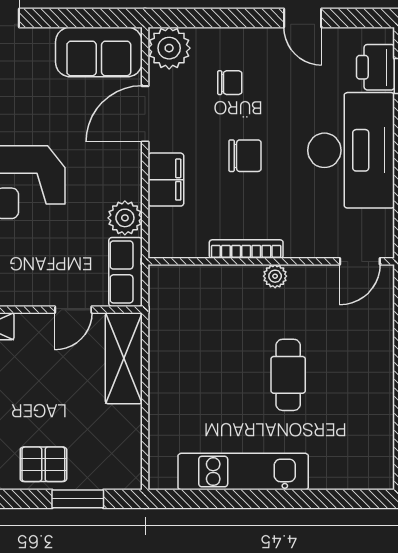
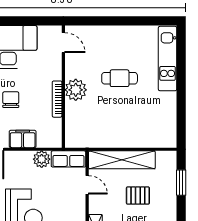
plant: (275, 276) -> (76, 90), width x1.88, depth x1.88
shelving: (124, 358) -> (122, 160), width x1.47
pallet: (43, 464) -> (138, 196), moved, turned 90
kitchen unit: (243, 472) -> (168, 59), moved

